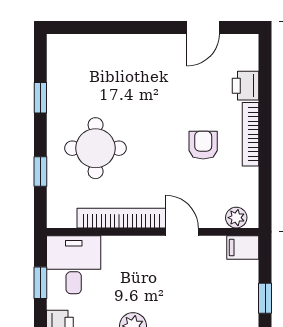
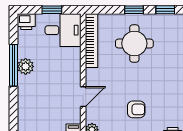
window: (40, 172) -> (134, 10), moved
bookcase: (121, 218) -> (92, 41), moved

